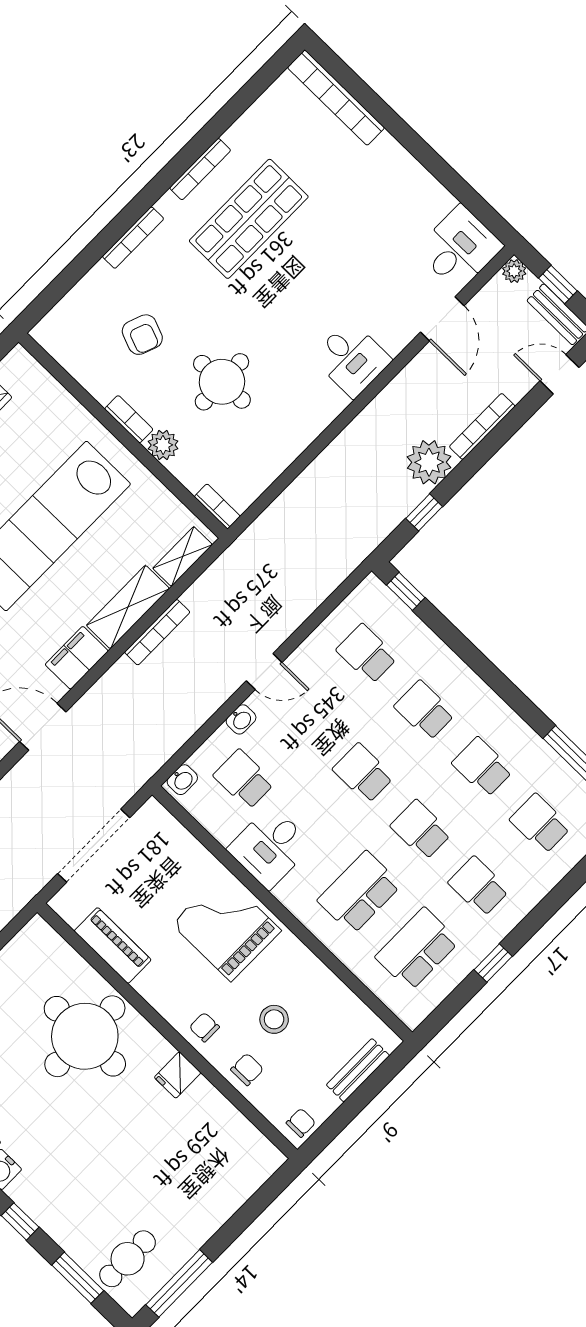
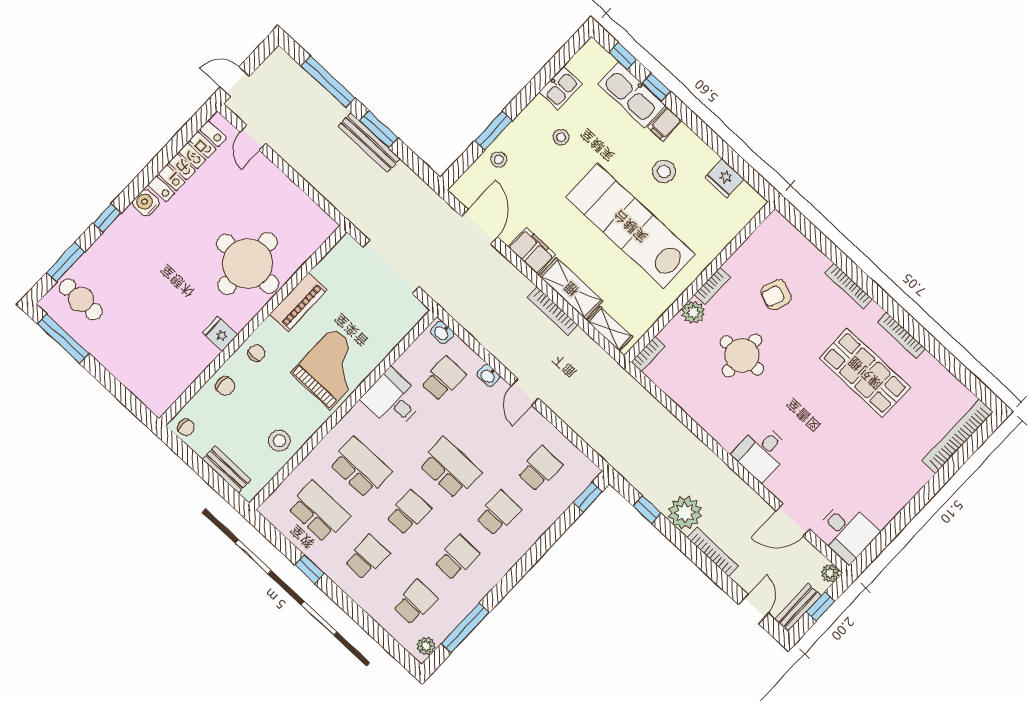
school desk: (363, 773) -> (450, 468), width x1.85
piano: (113, 945) -> (298, 302), moved
stool: (274, 1019) -> (279, 441), moved

